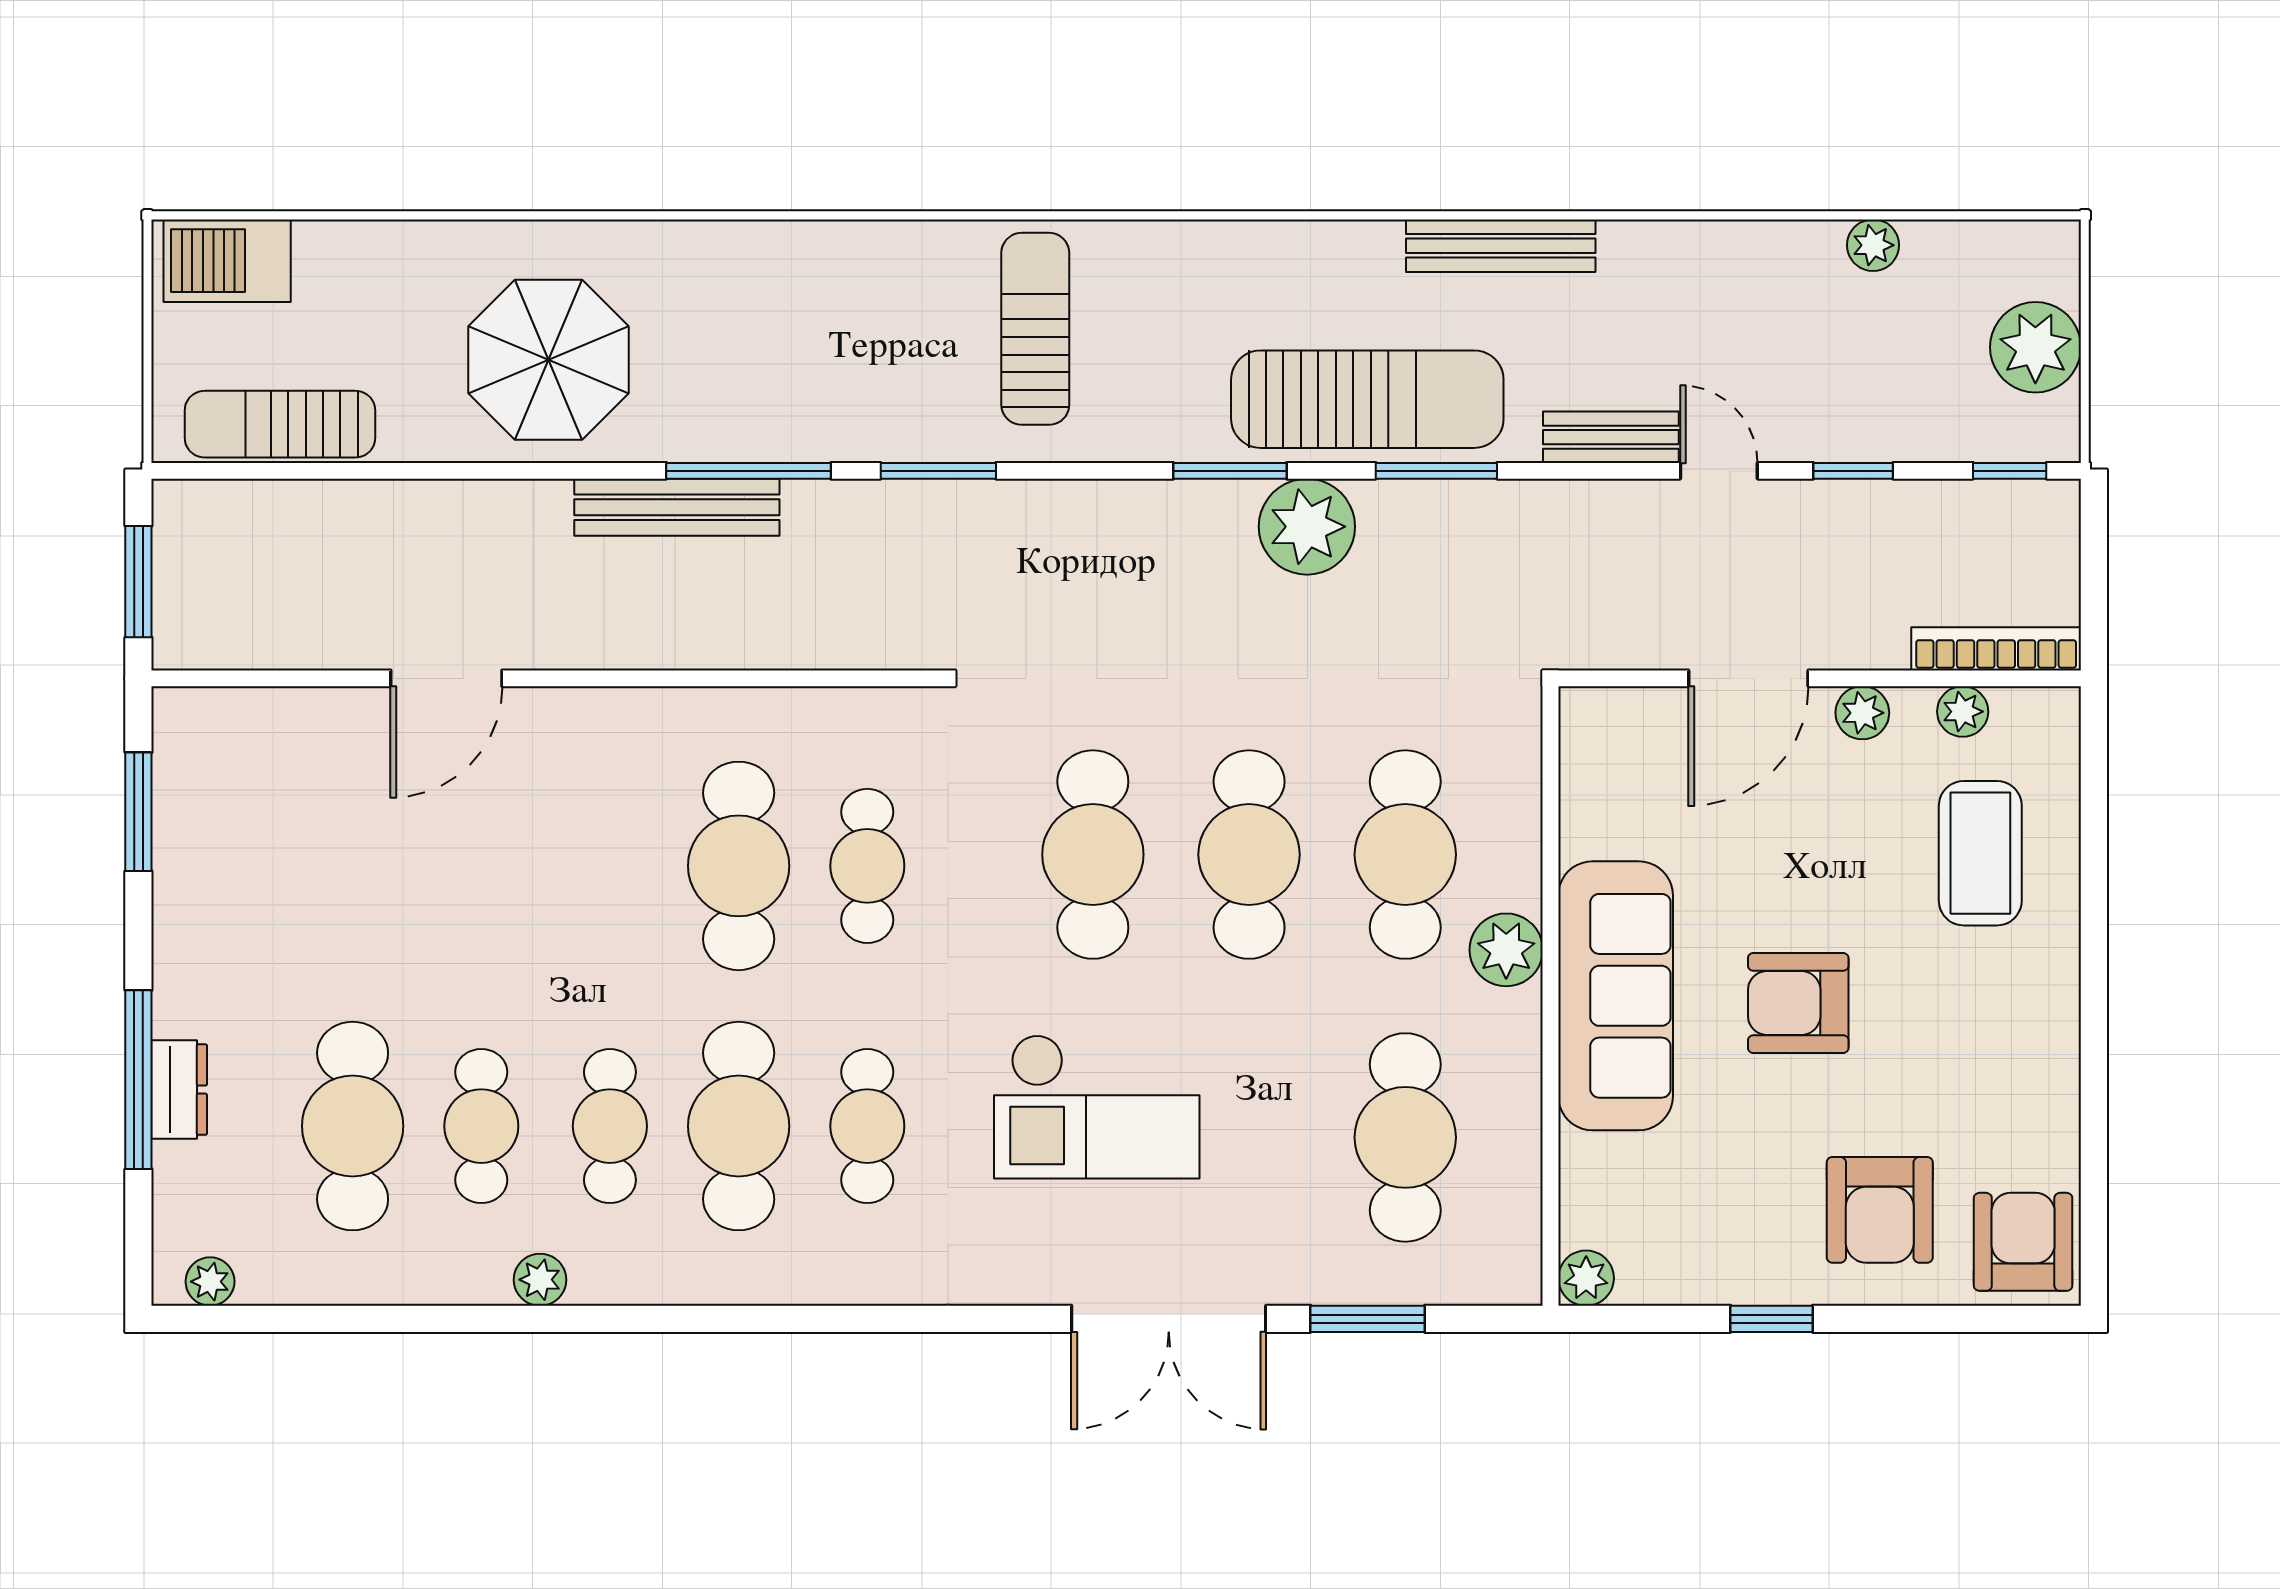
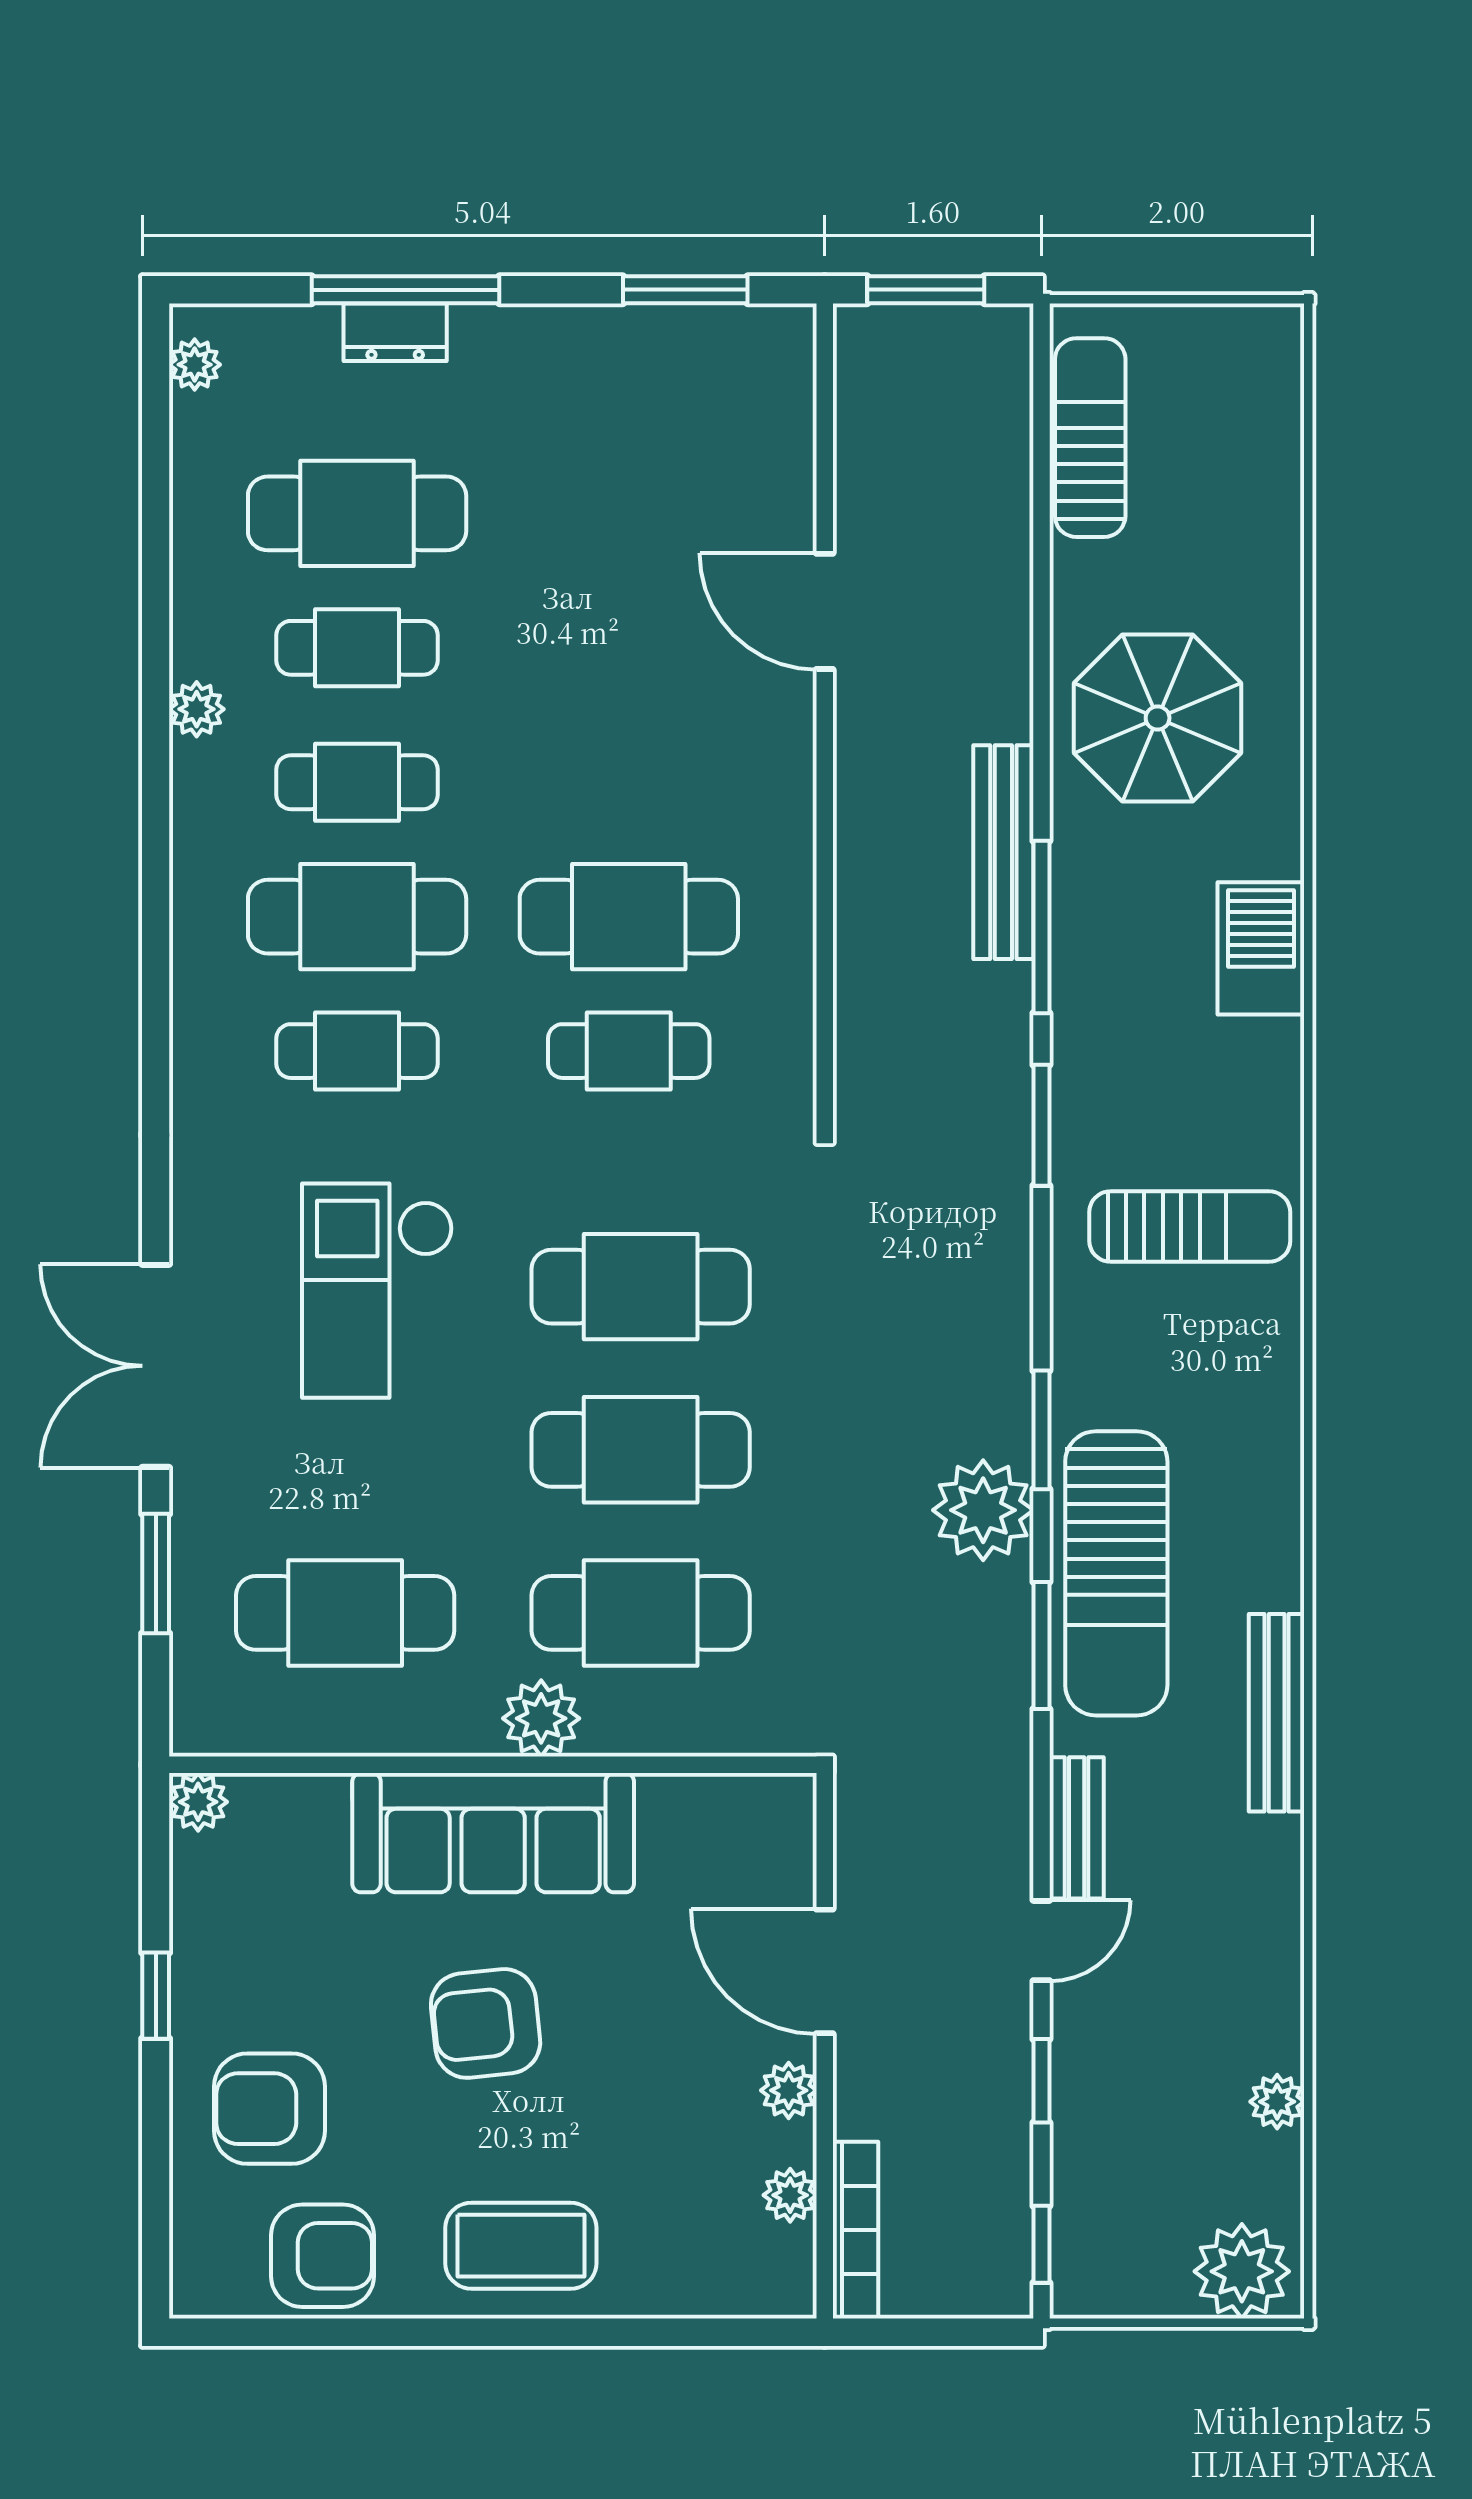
barbecue: (227, 261) -> (1261, 948), moved
plant: (2035, 347) -> (1242, 2271), moved
coffee table: (1980, 853) -> (521, 2246), moved
armchair: (1798, 1003) -> (486, 2023), turned -96
armchair: (2023, 1242) -> (323, 2256), moved

